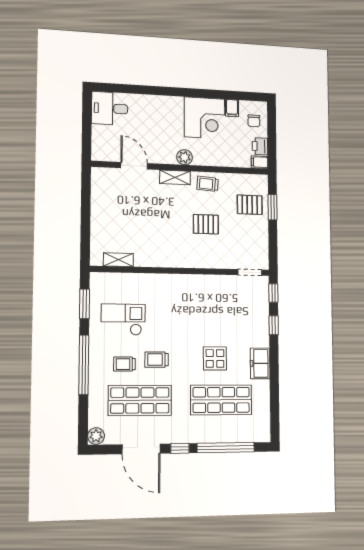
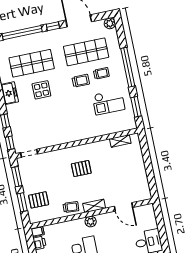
pallet: (206, 224) -> (81, 169), moved
window: (273, 244) -> (17, 177), added

